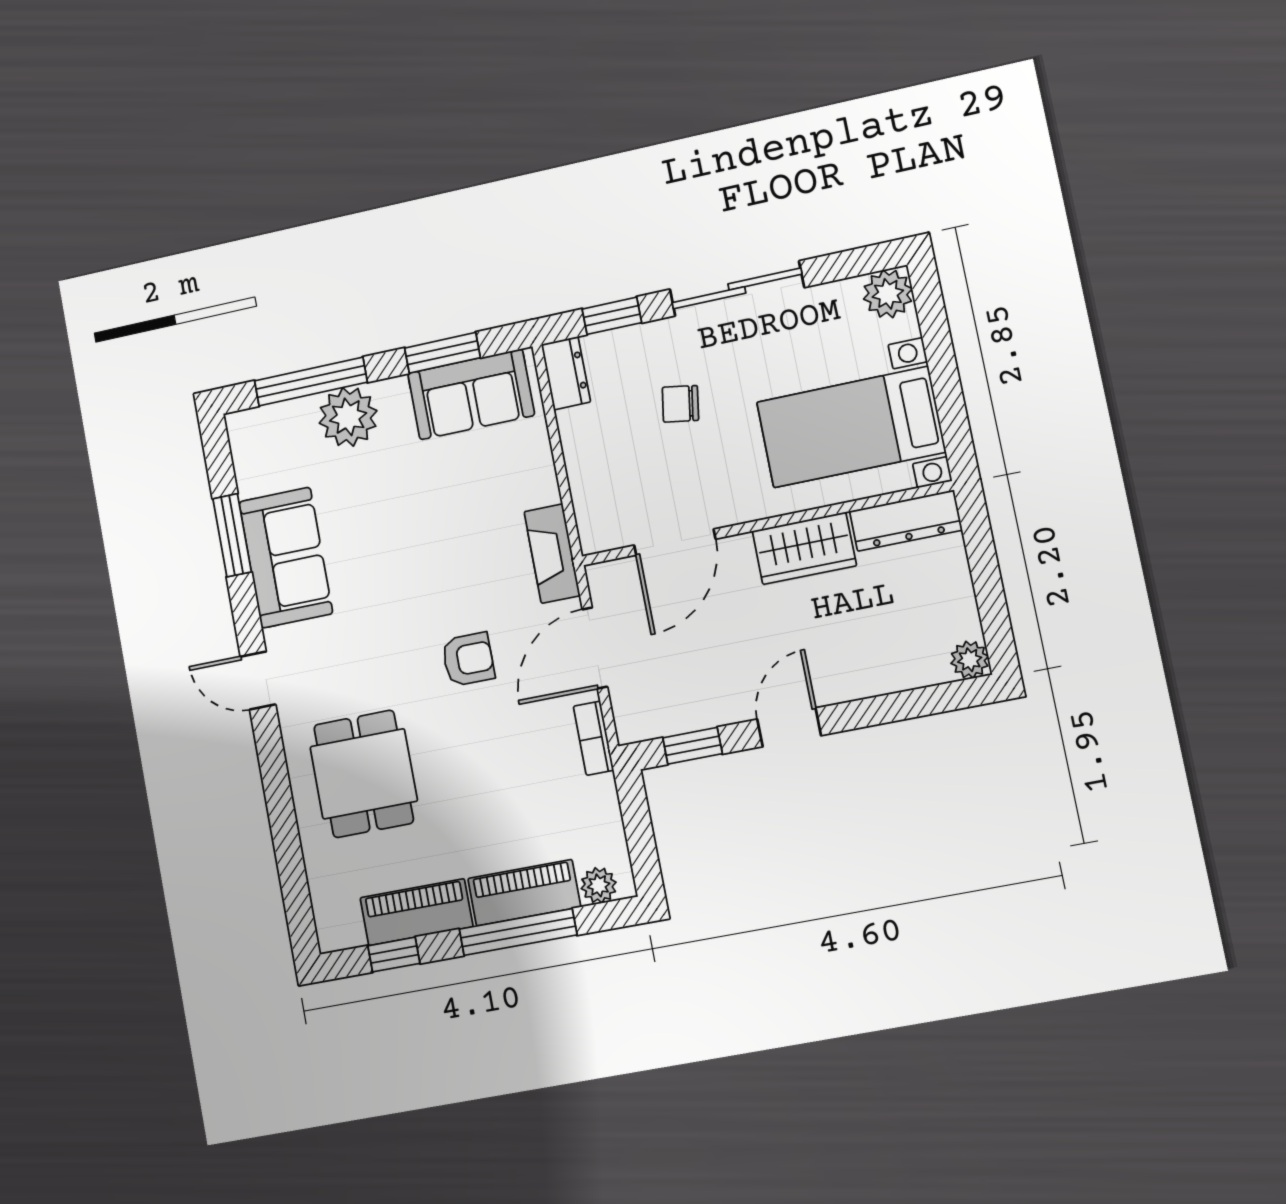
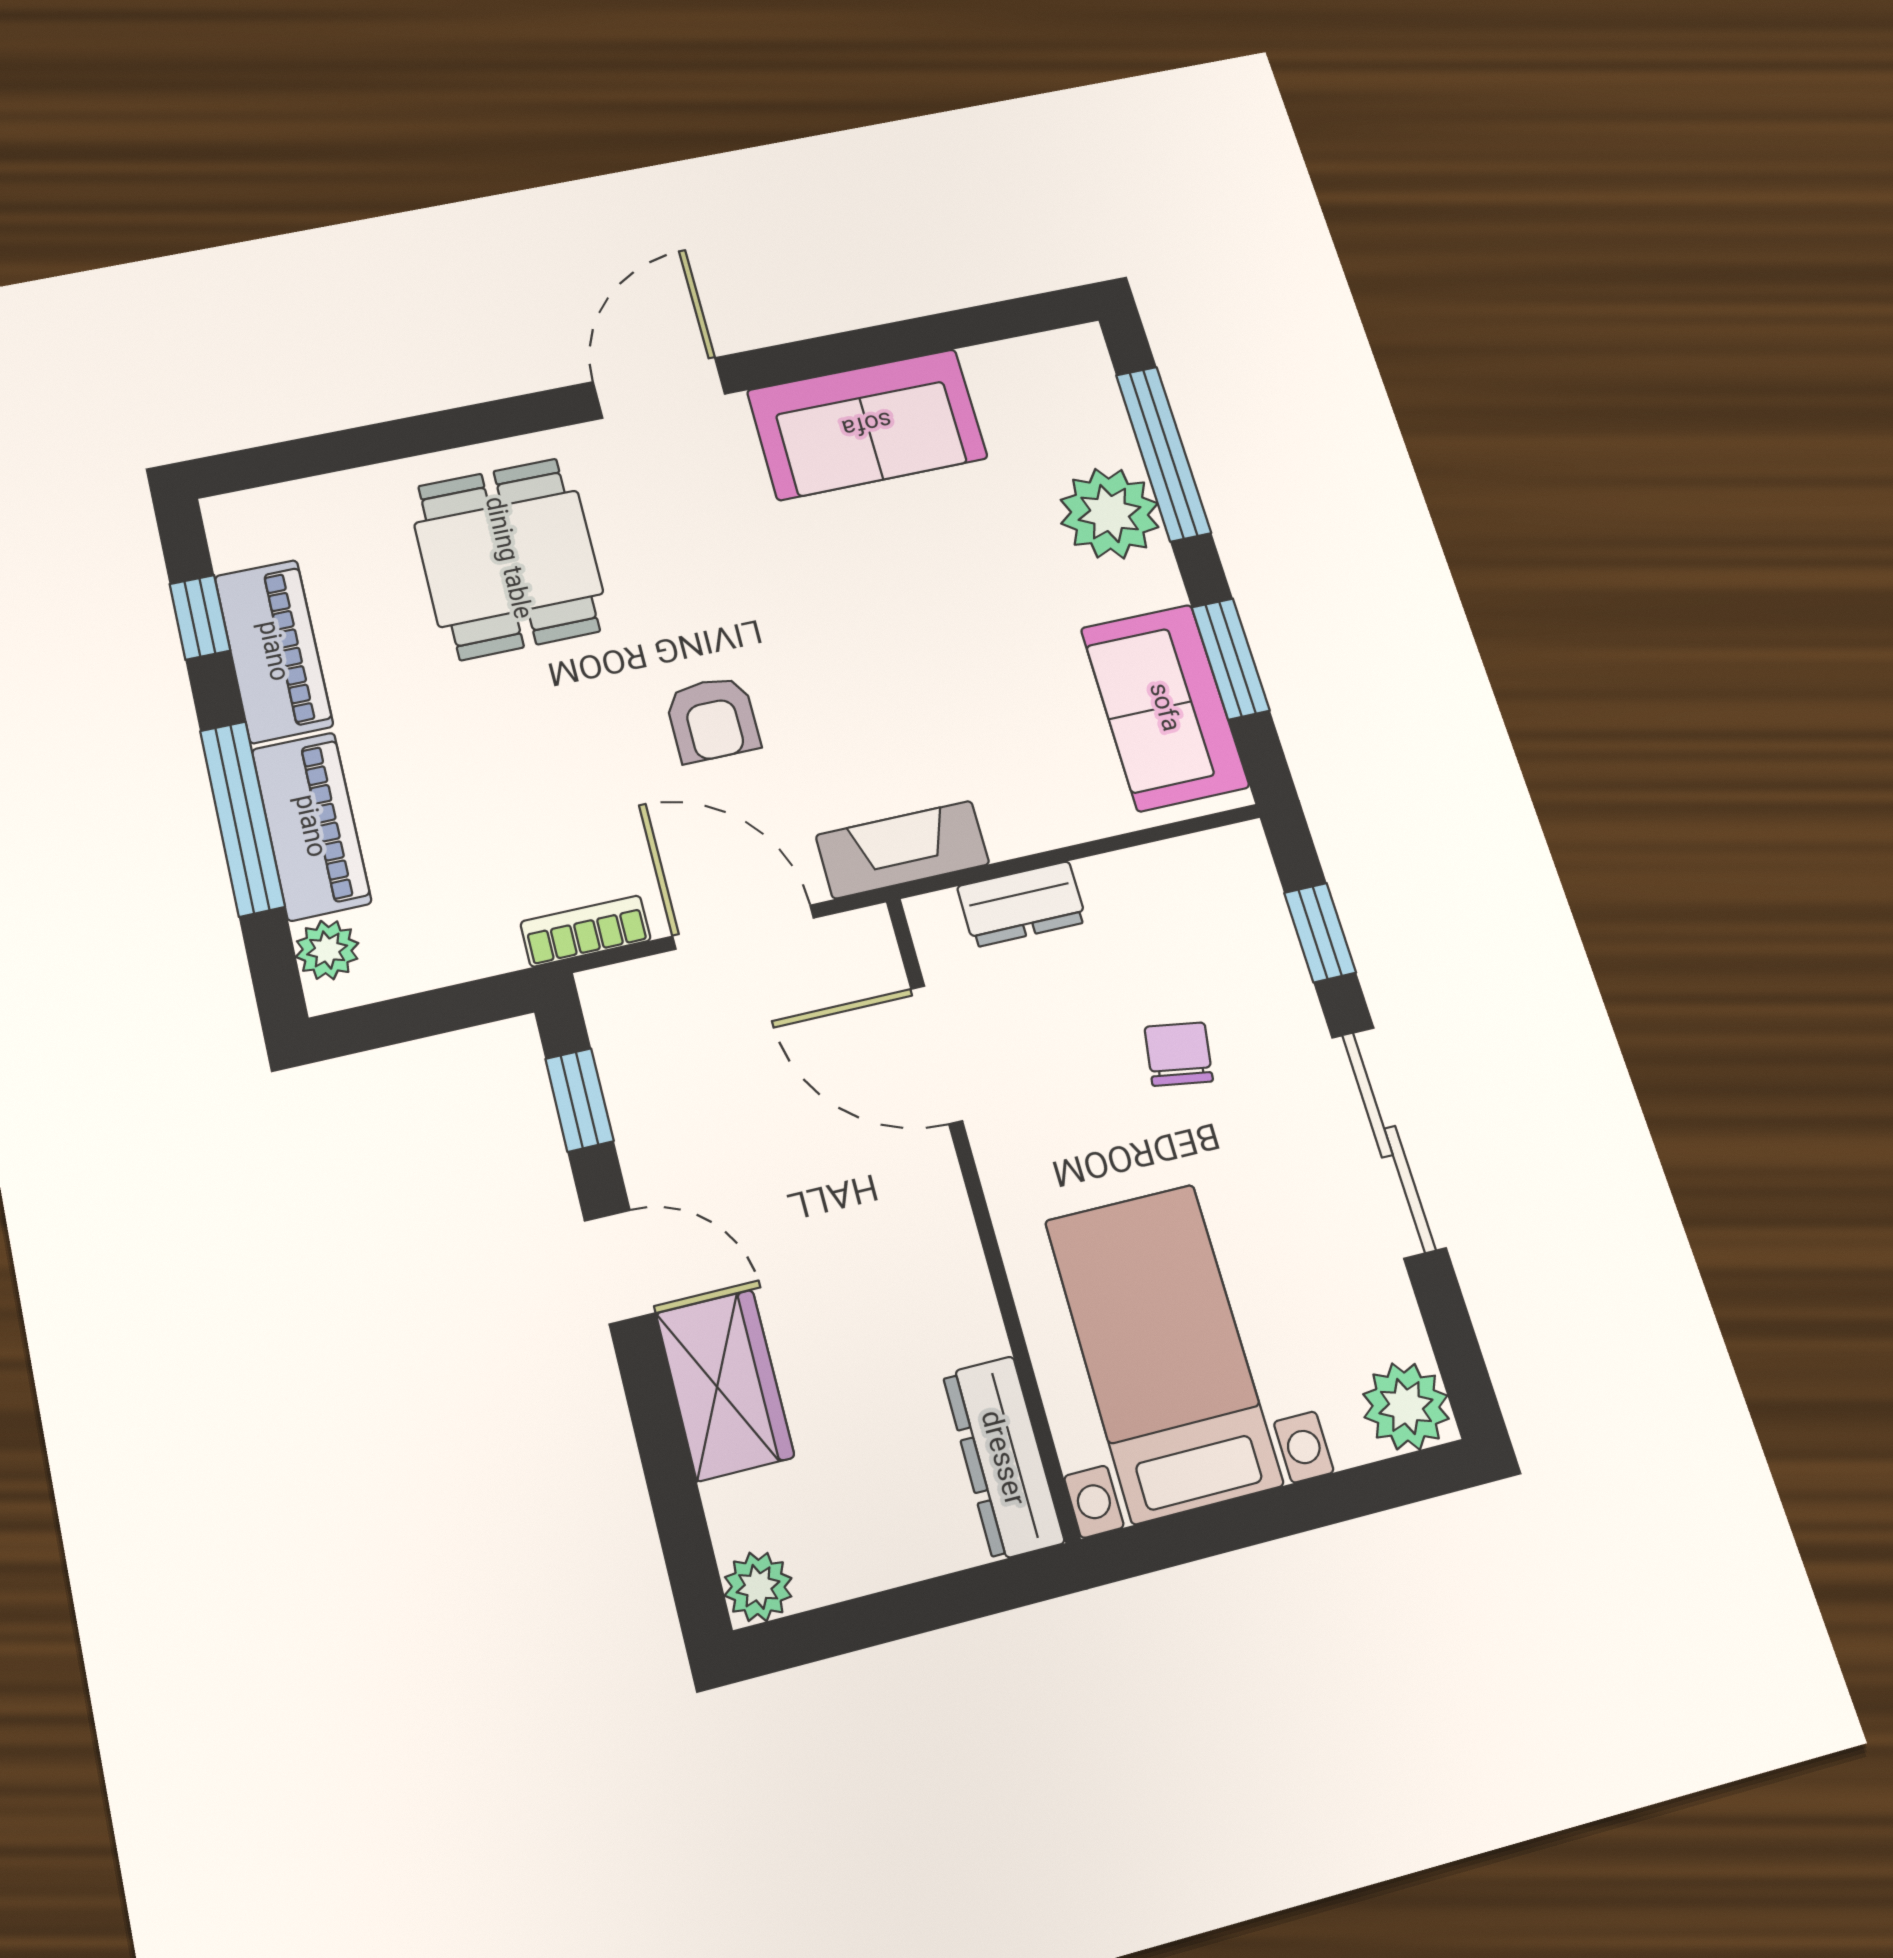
dresser: (566, 373) -> (1022, 904), moved
window: (232, 535) -> (899, 341), removed
wardrobe: (804, 548) -> (725, 1385), moved, turned 180
door: (258, 680) -> (659, 388), width x1.38
dining table: (364, 774) -> (509, 558), turned 90

